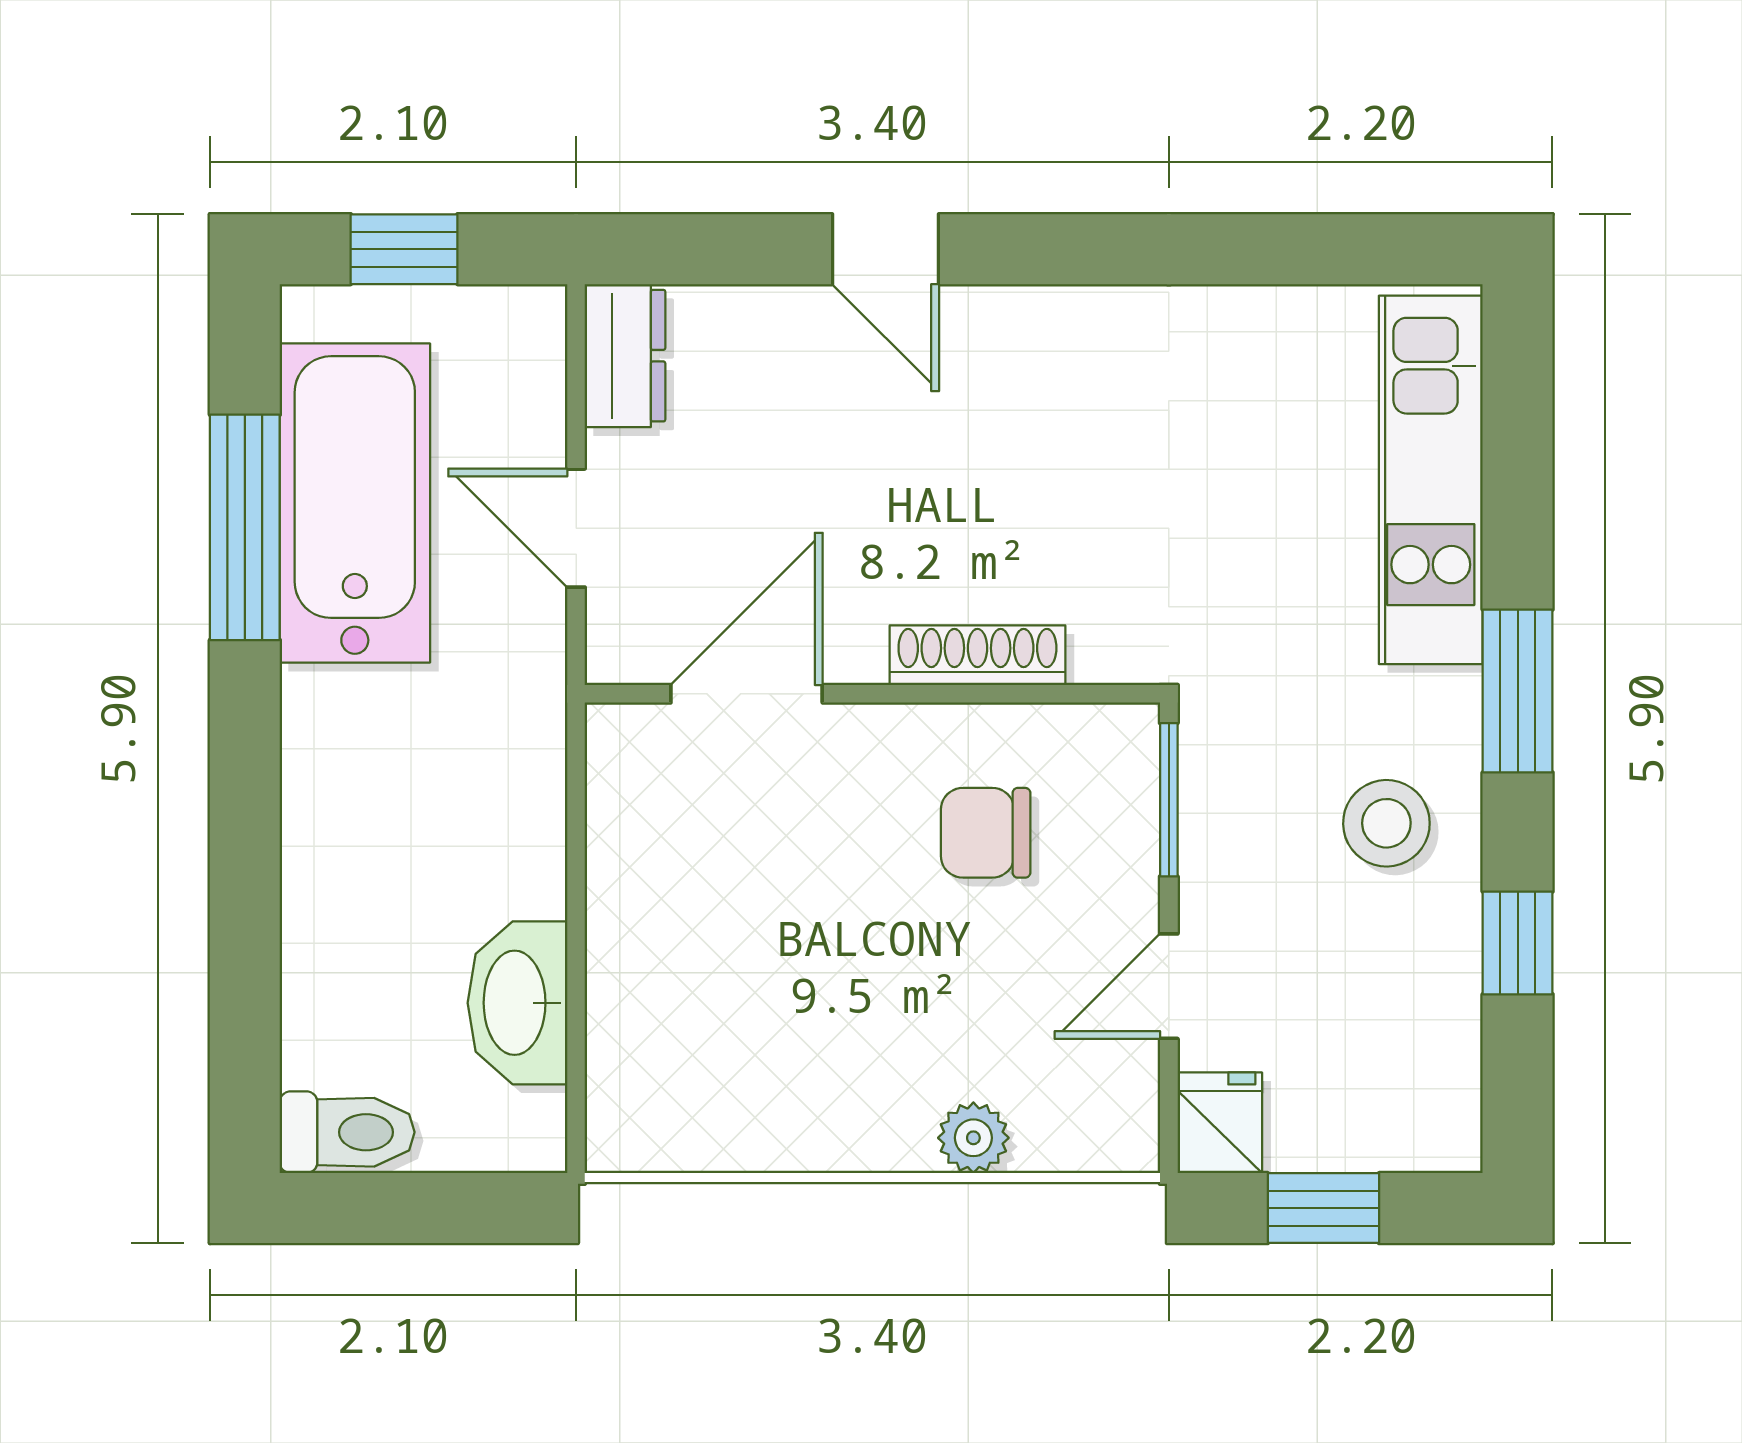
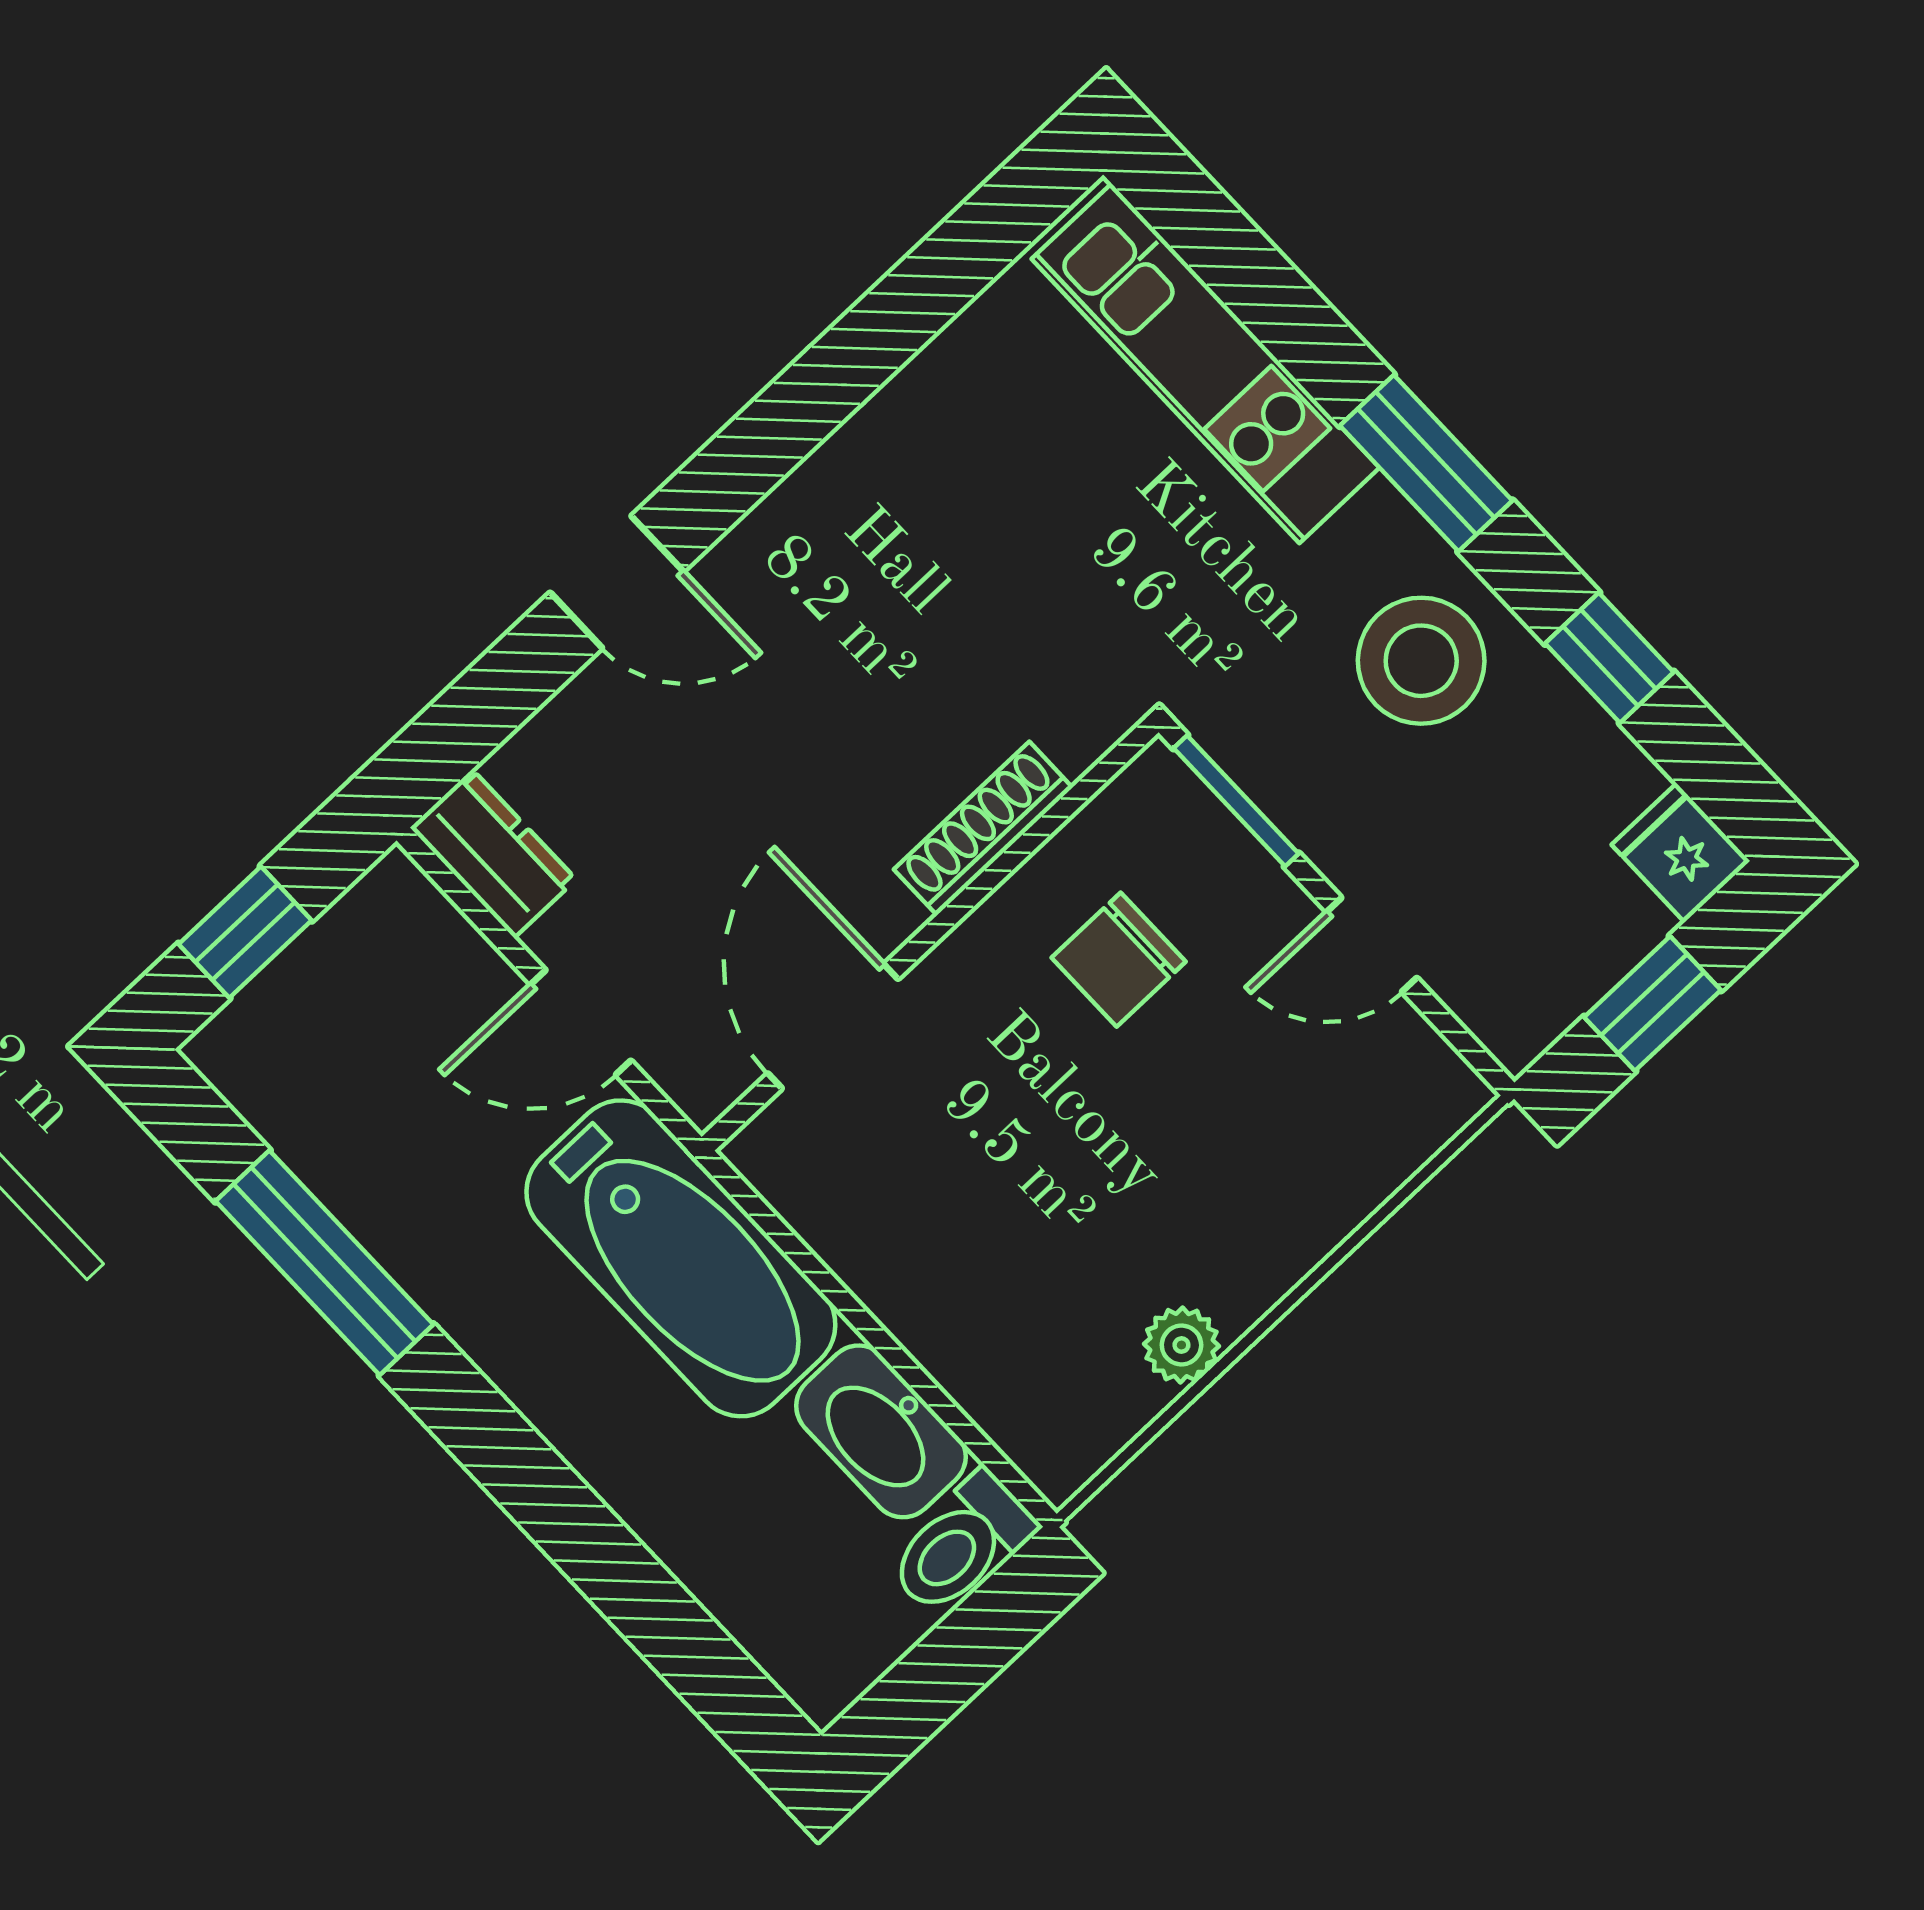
bathtub: (355, 503) -> (681, 1258), moved, turned 180
stool: (1386, 823) -> (1421, 661), width x1.38, depth x1.38
door: (1169, 986) -> (1372, 945), hinge flipped
fridge: (1220, 1123) -> (1681, 853), moved
toilet: (347, 1132) -> (961, 1544), moved, turned 180
plant: (973, 1138) -> (1181, 1345), moved

